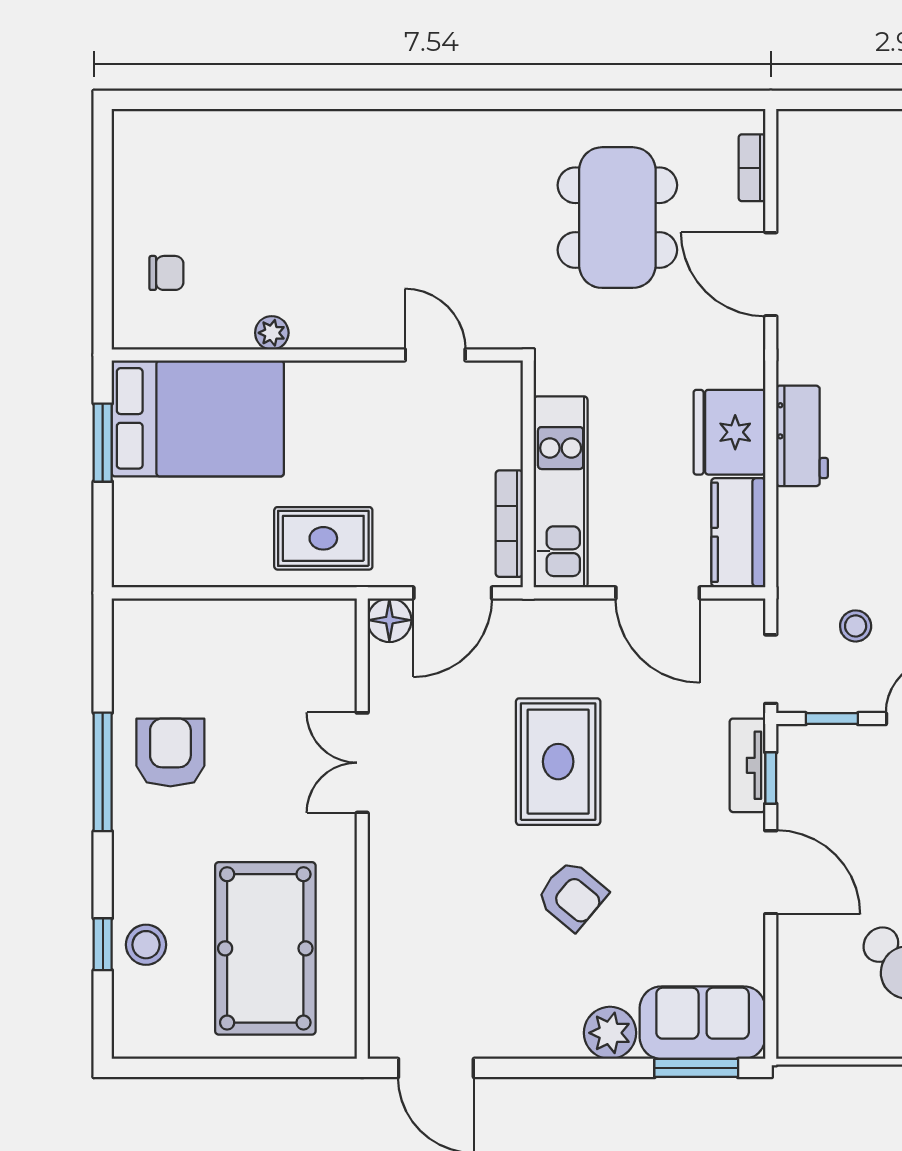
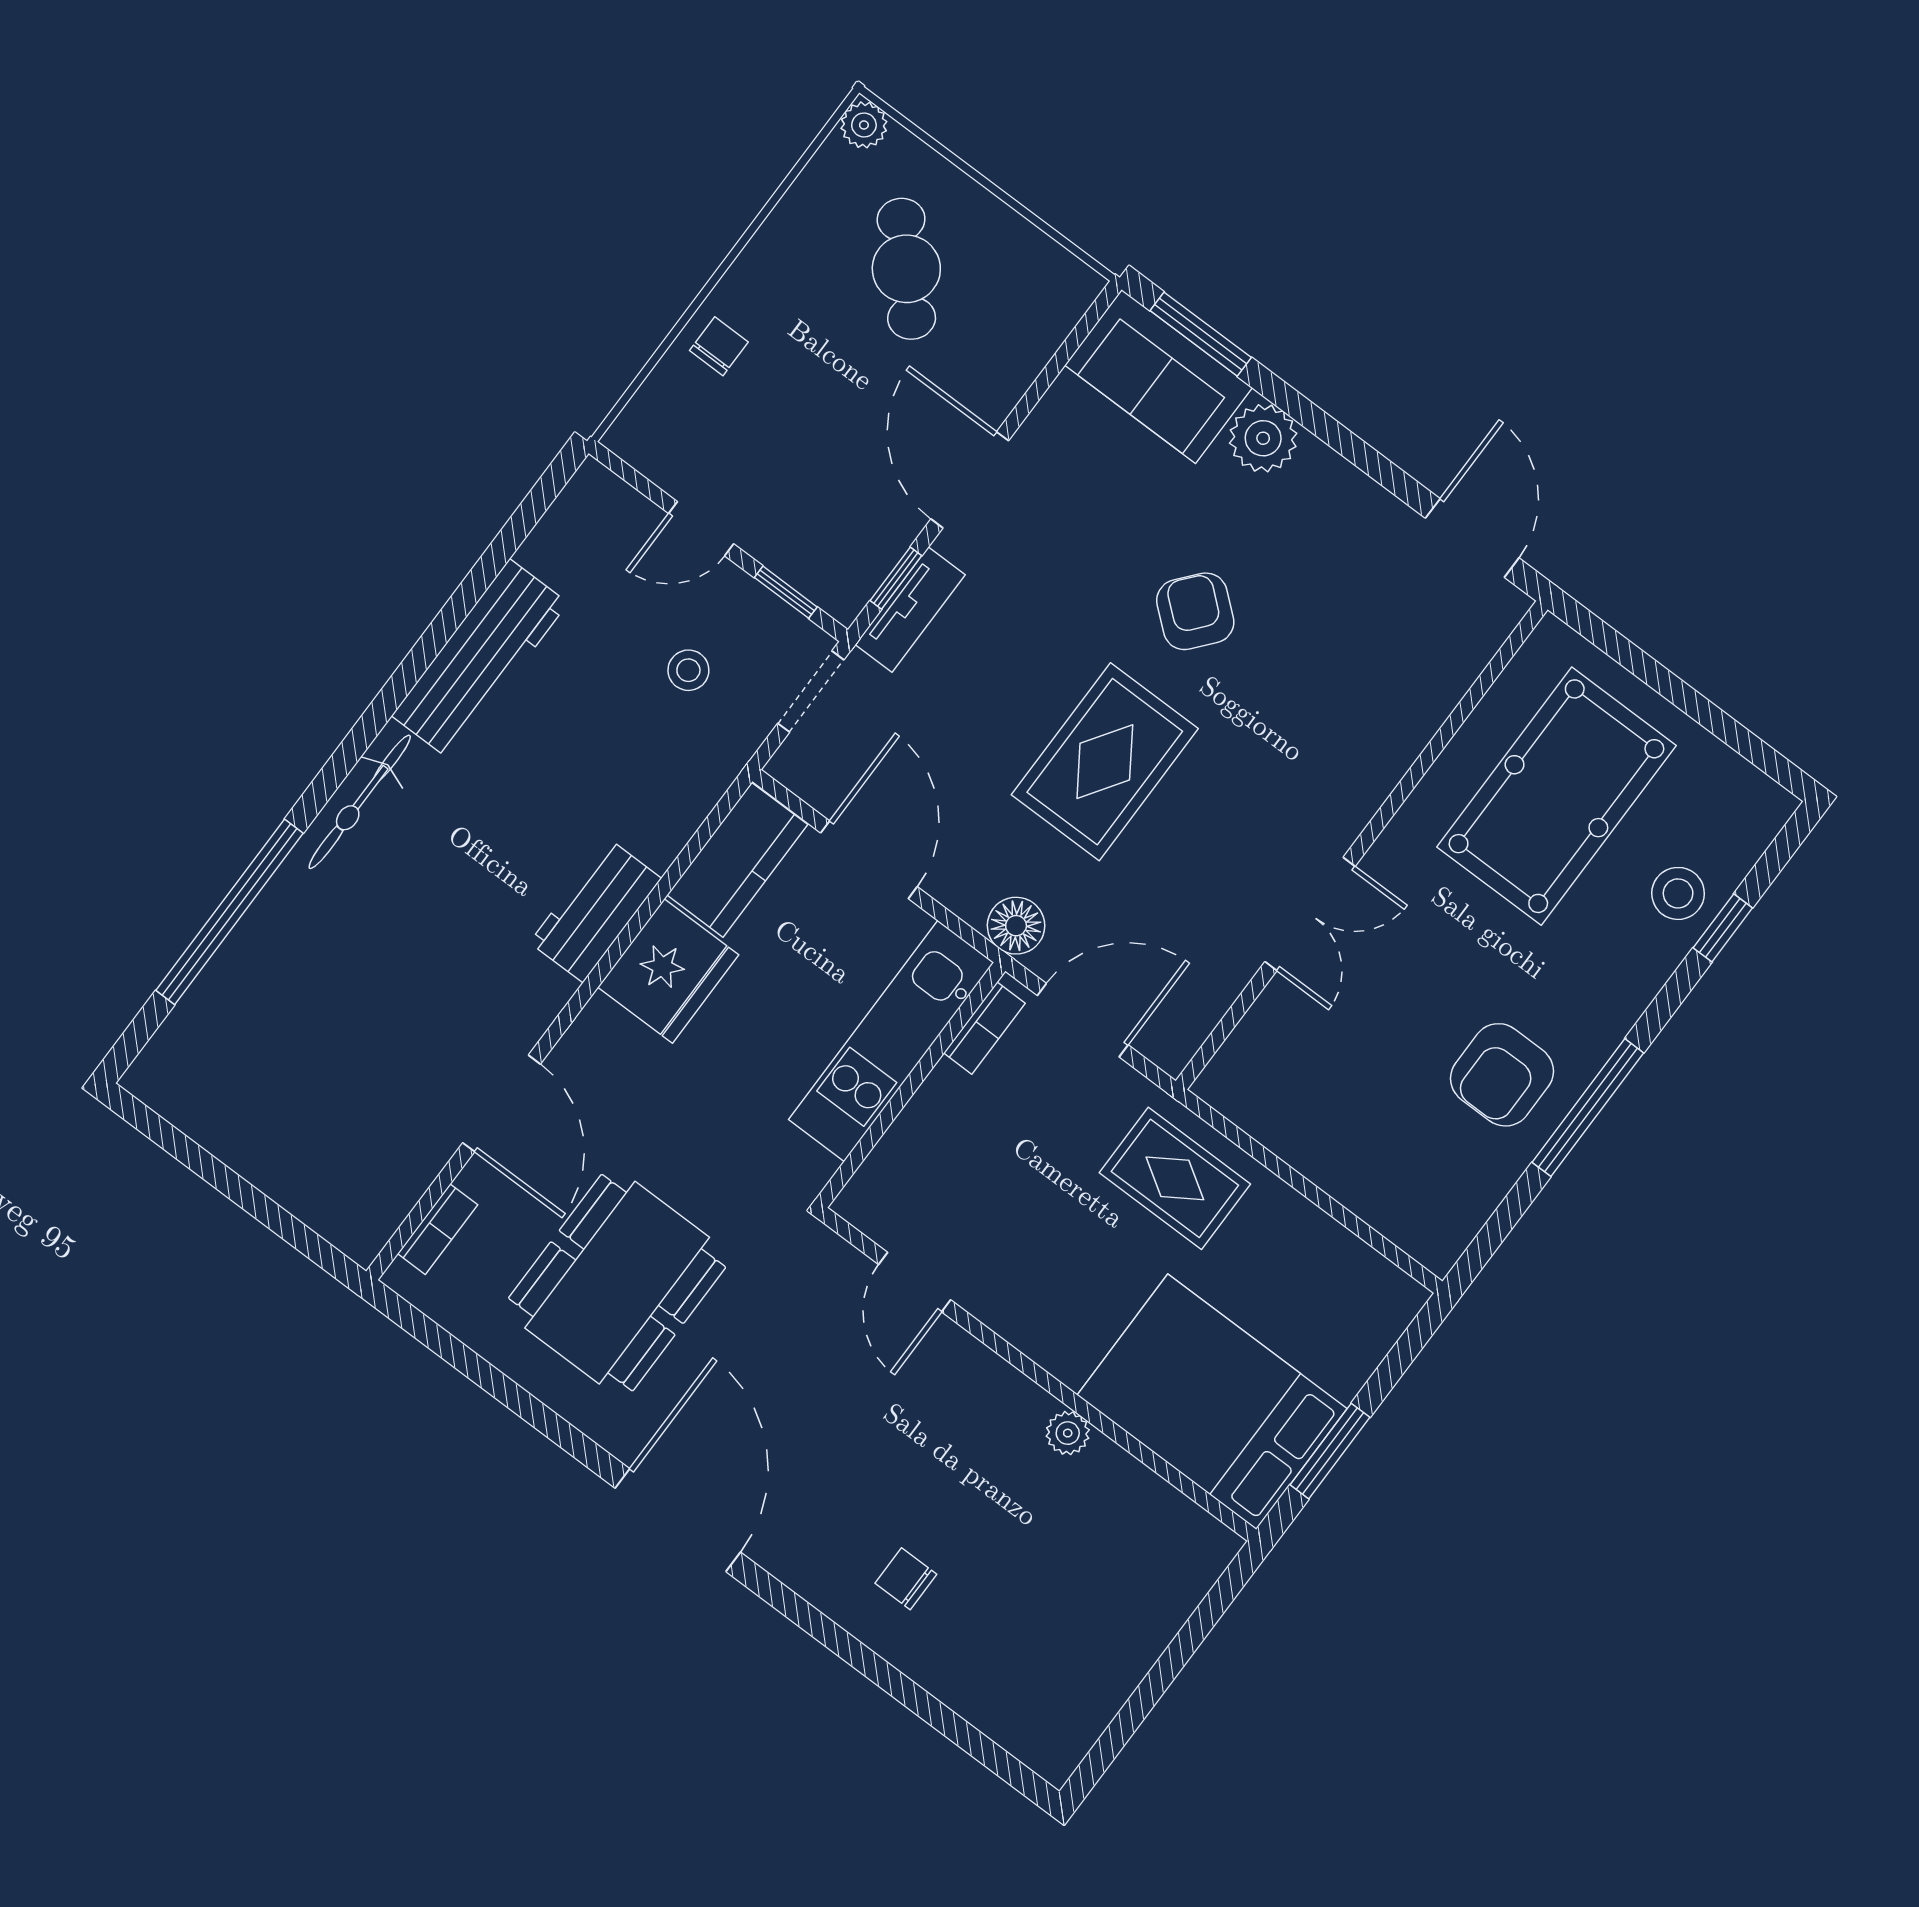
door: (471, 100) -> (678, 1520), added
chair: (166, 273) -> (906, 1579), moved
bookcase: (509, 524) -> (984, 1028), width x0.64
floor lamp: (389, 620) -> (1016, 926), moved

